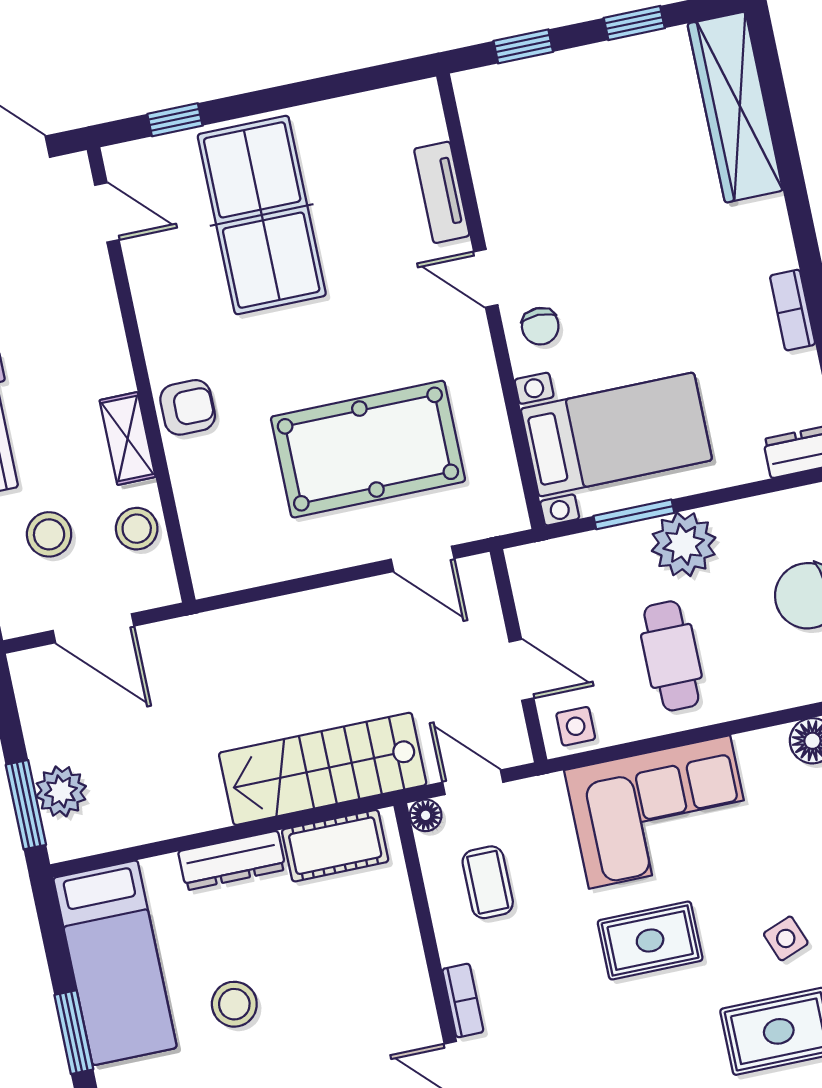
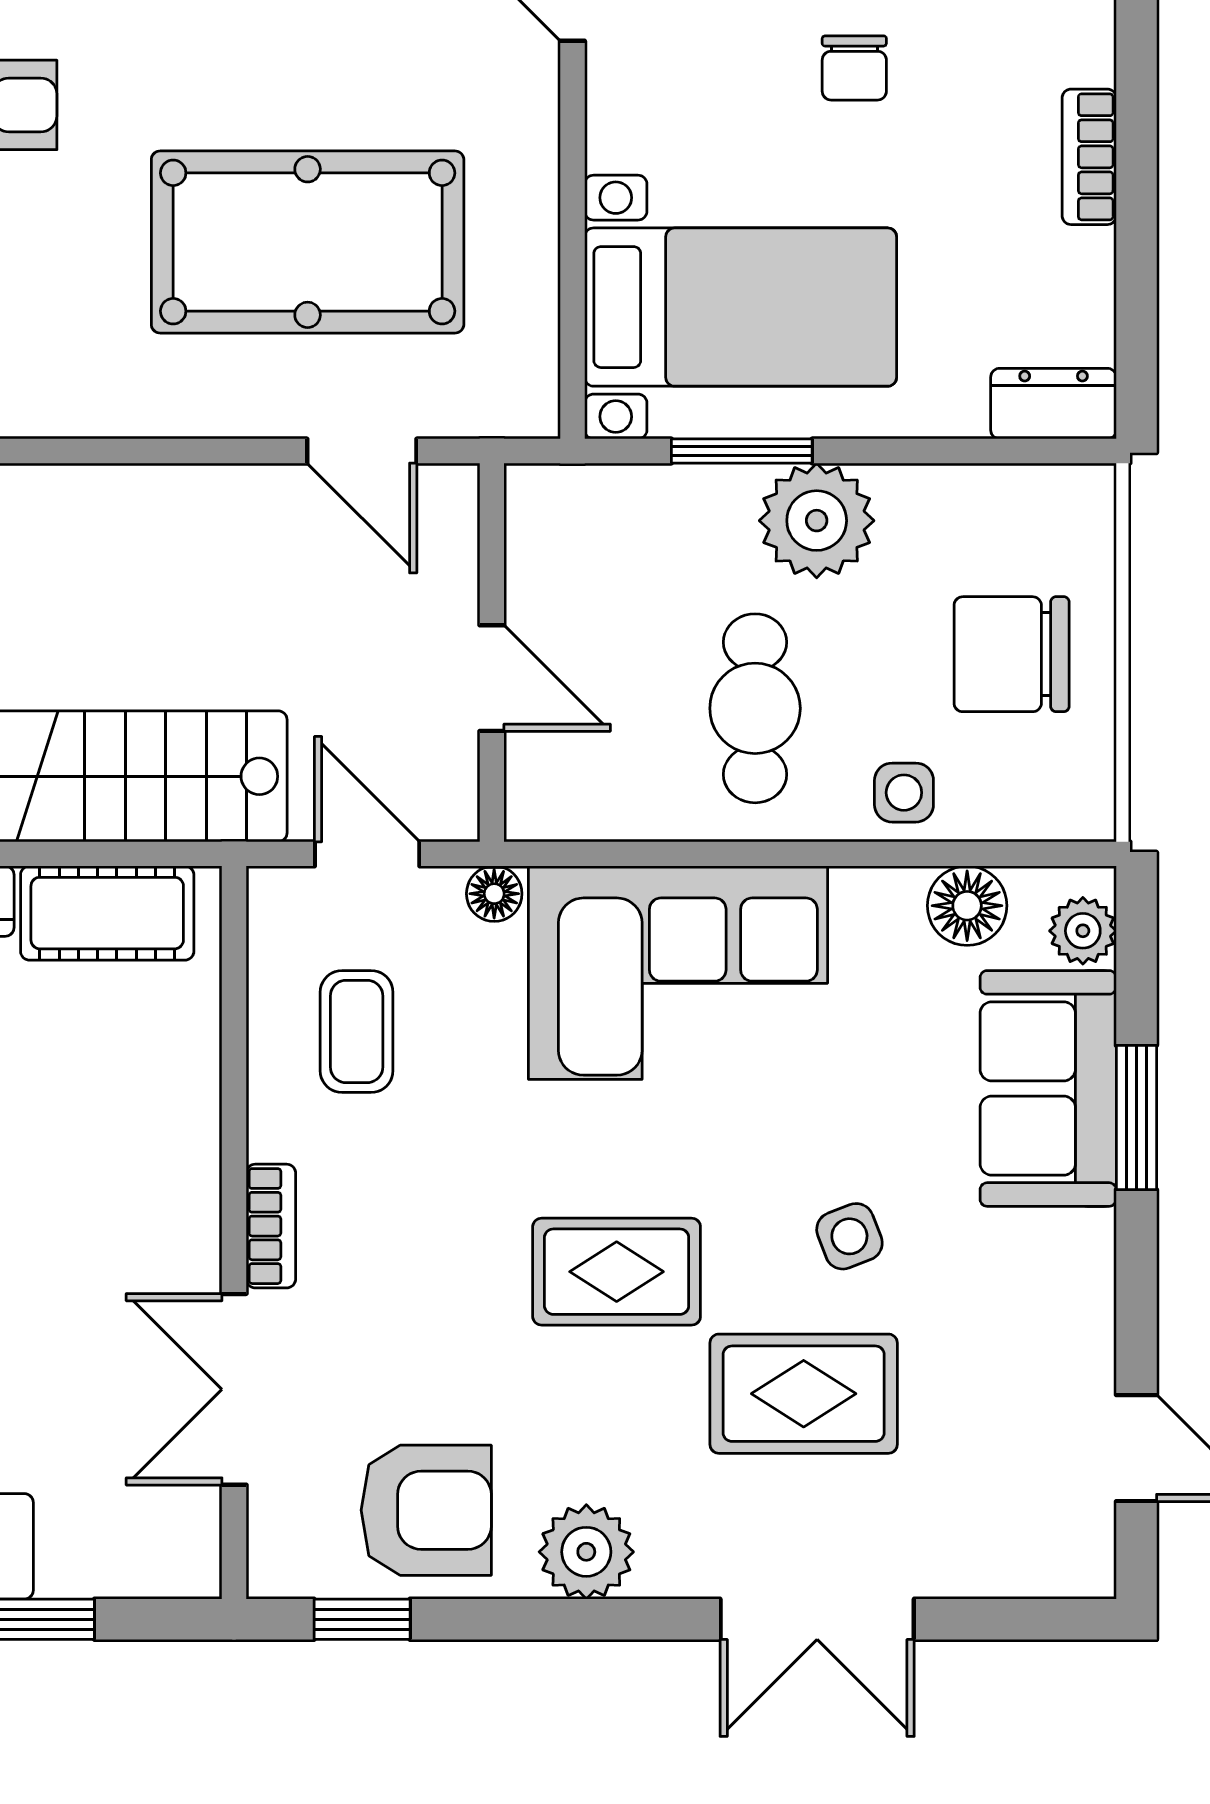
chair: (540, 326) -> (854, 68), moved
side table: (576, 726) -> (904, 793), moved
floor lamp: (426, 815) -> (494, 894), moved
rug: (650, 940) -> (617, 1272), moved

